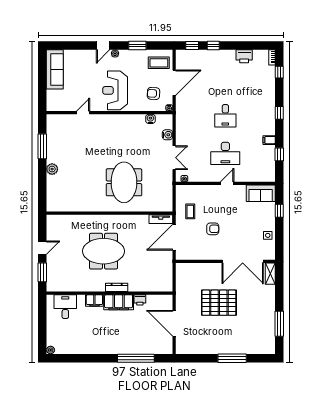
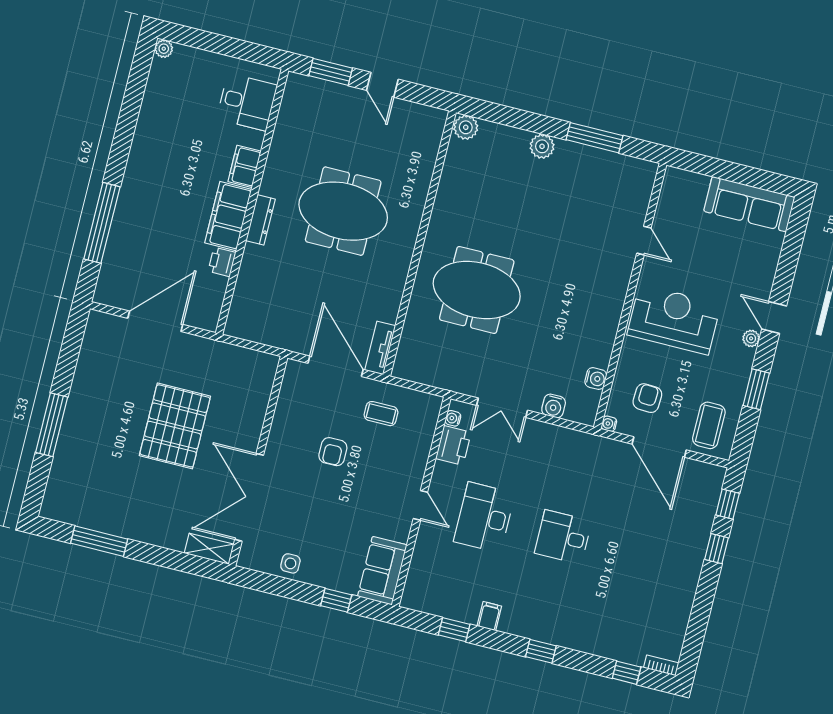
printer: (244, 56) -> (453, 445), moved, turned 180
plant: (52, 205) -> (466, 127), added
meeting table: (103, 251) -> (343, 211), turned 90

